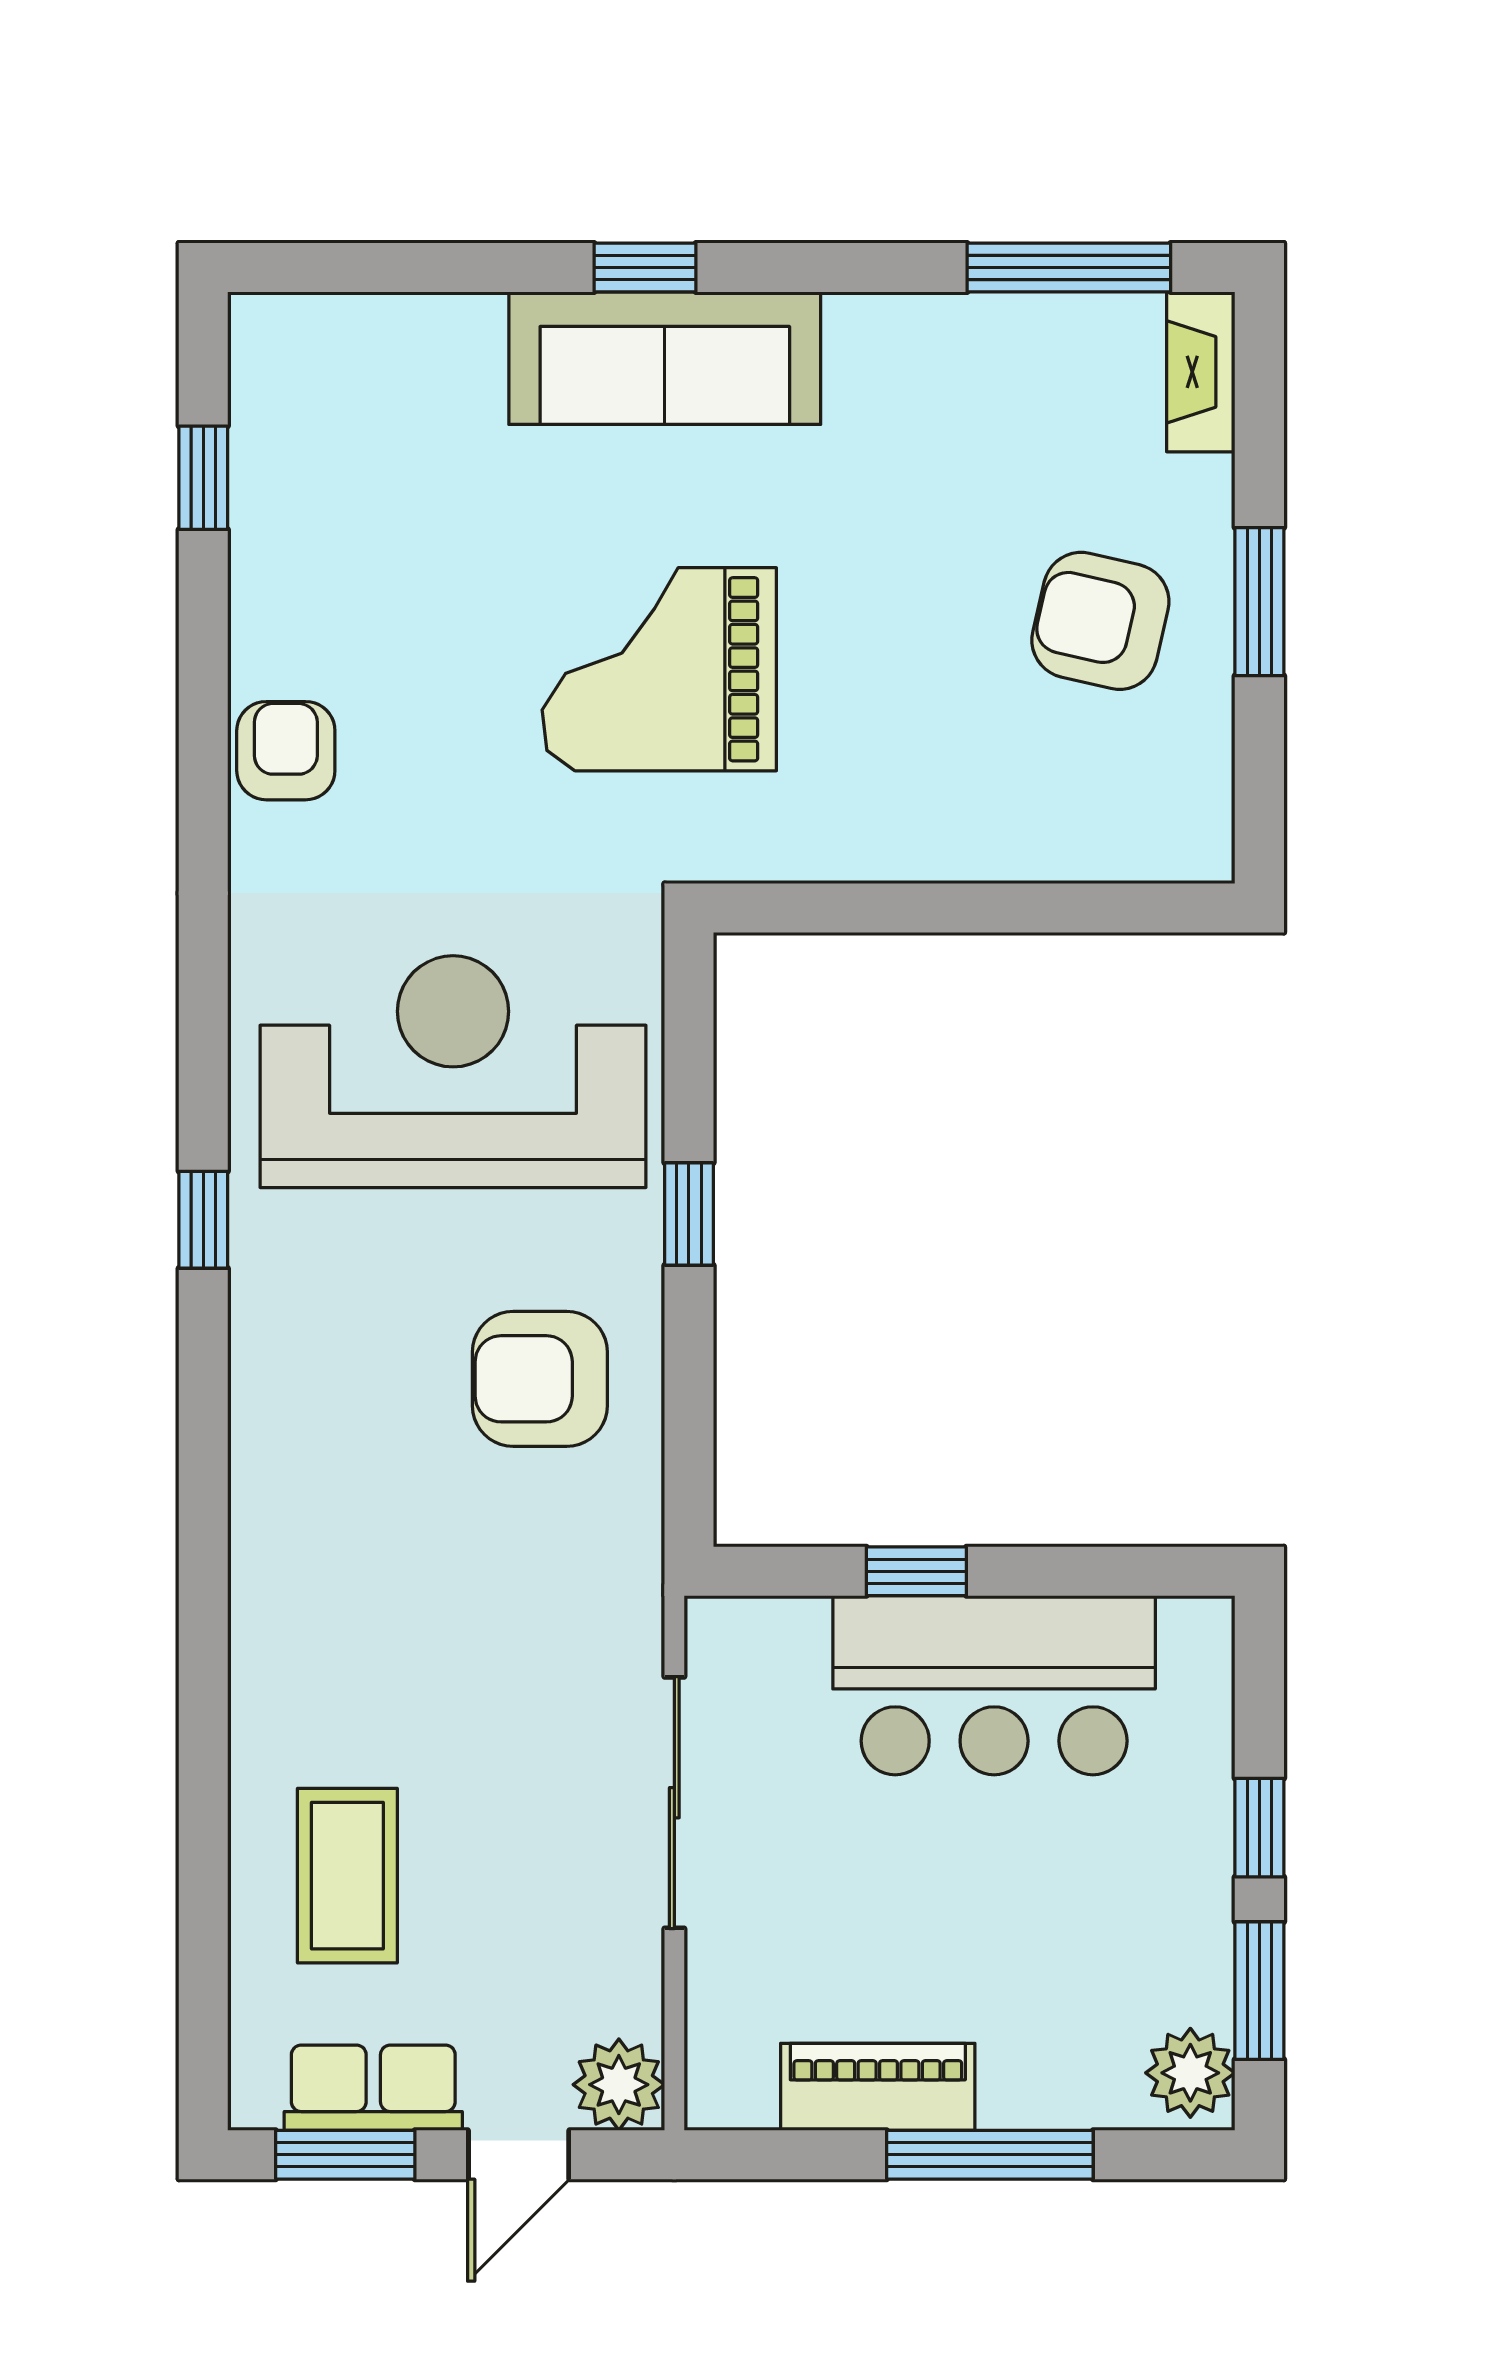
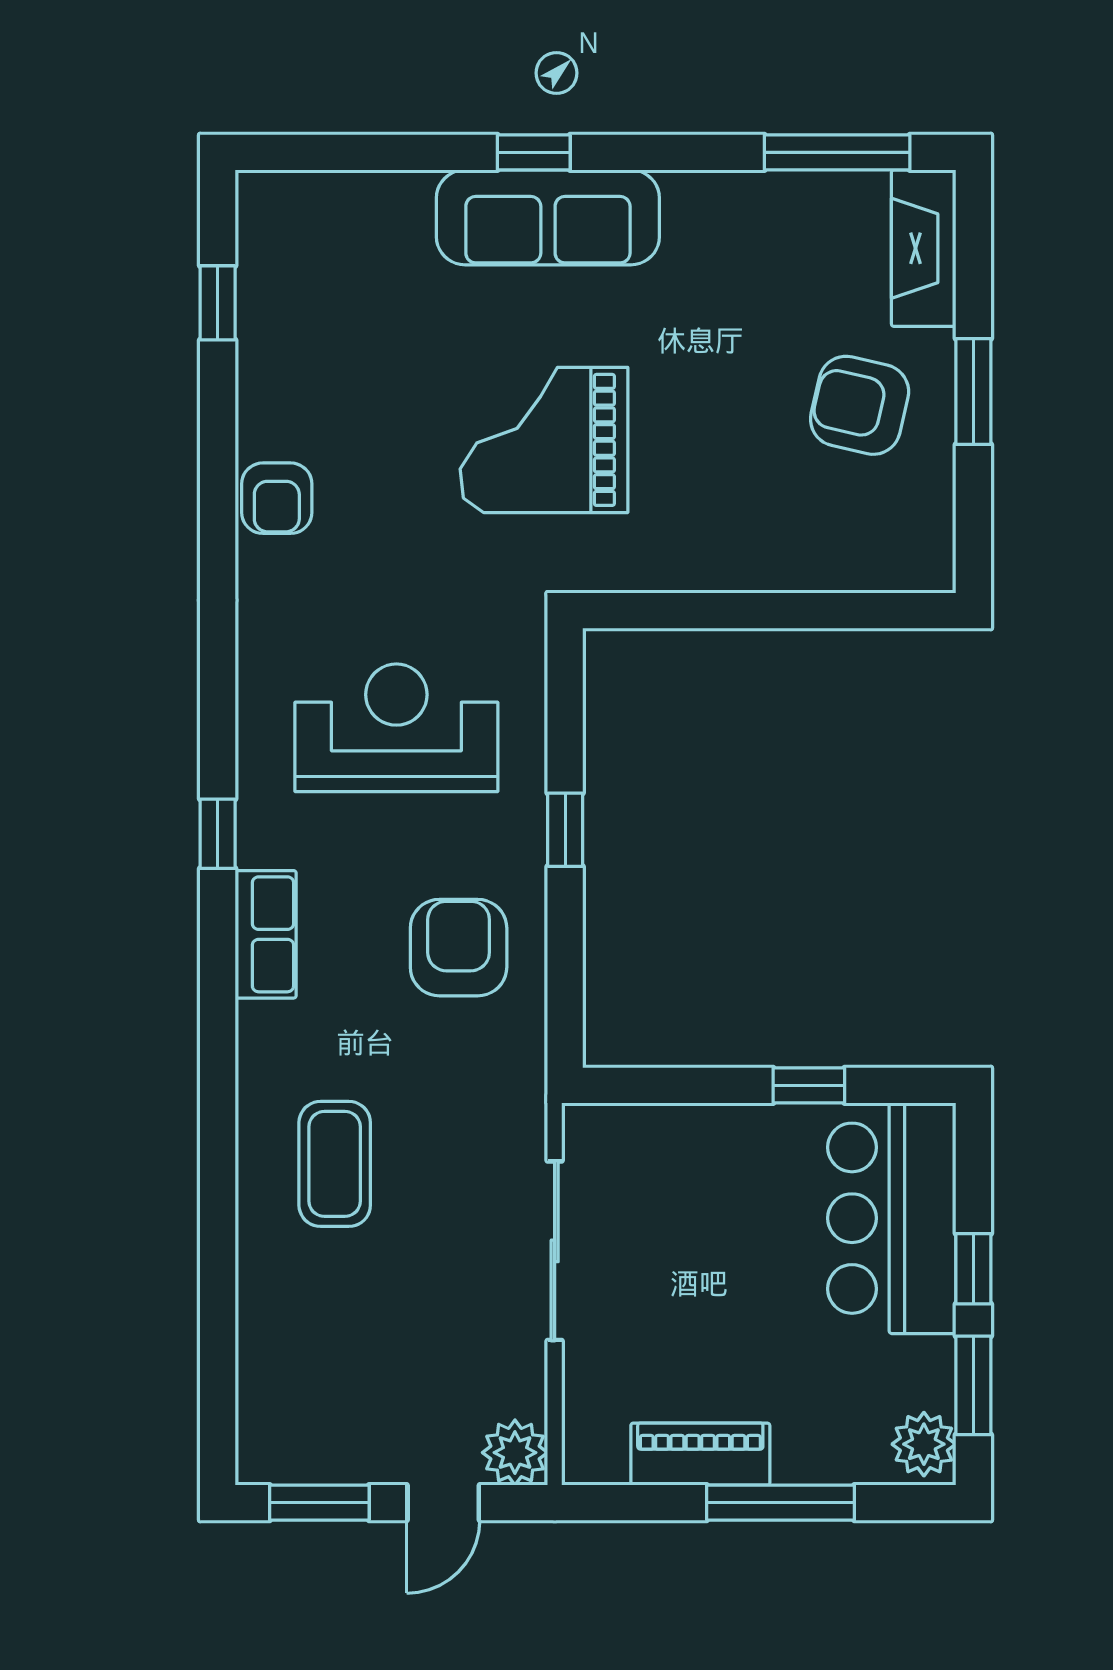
fireplace: (1201, 372) -> (924, 248), width x1.37, depth x1.32
armchair: (286, 751) -> (277, 498), turned 180
reception desk: (453, 1072) -> (396, 728), width x0.74, depth x0.77
armchair: (540, 1379) -> (459, 948), turned 90
window: (916, 1571) -> (809, 1085), moved
bar counter: (994, 1685) -> (892, 1218), moved, turned 90
coffee table: (347, 1876) -> (335, 1164), moved
row of seats: (373, 2088) -> (266, 934), moved, turned 90

